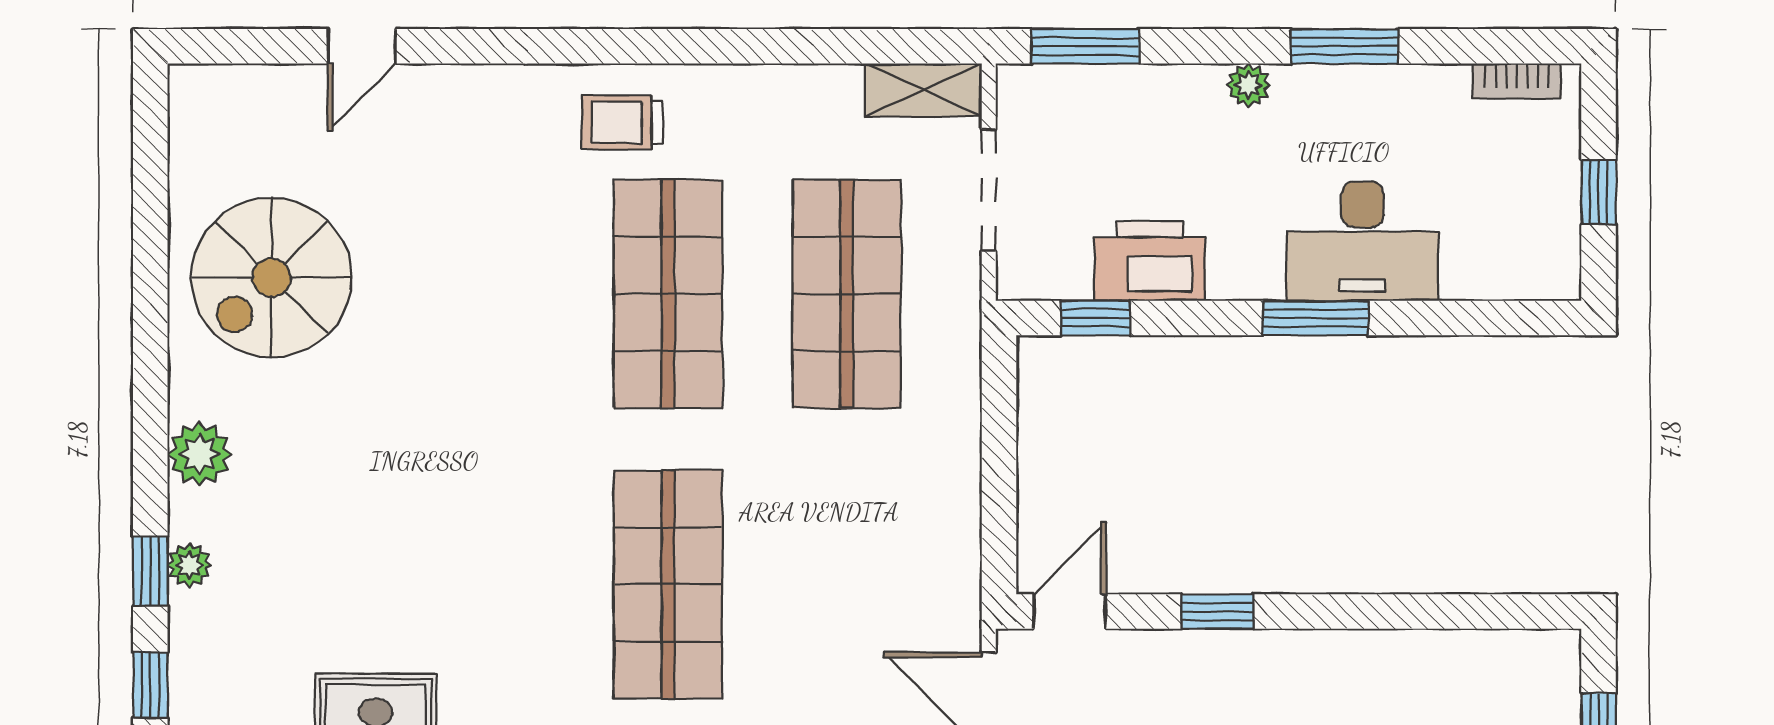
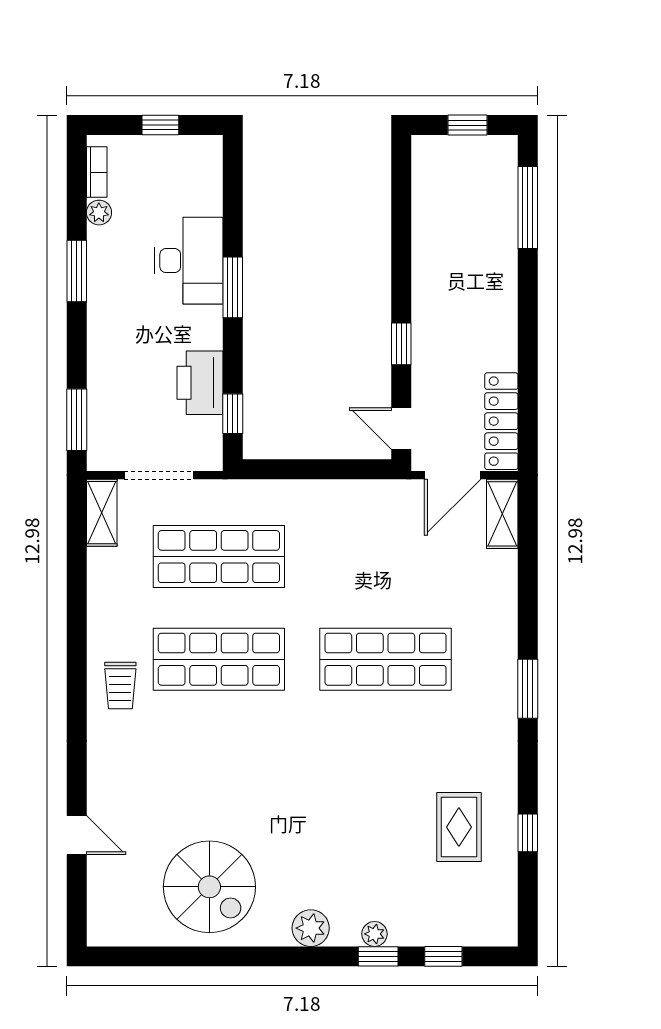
plant: (1249, 85) -> (99, 213), moved

